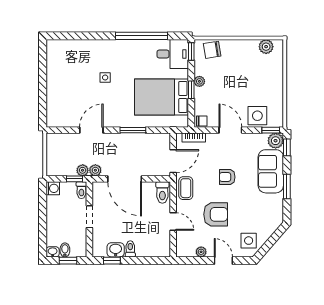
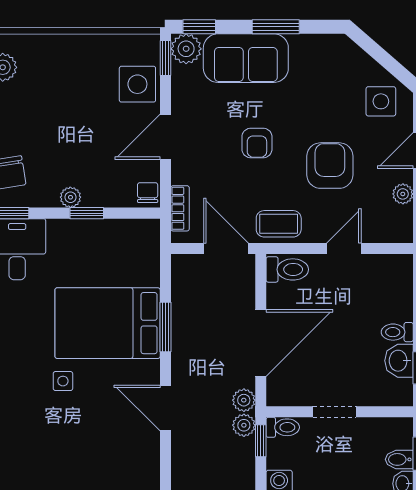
bed: (162, 97) -> (108, 323), moved, turned 90

